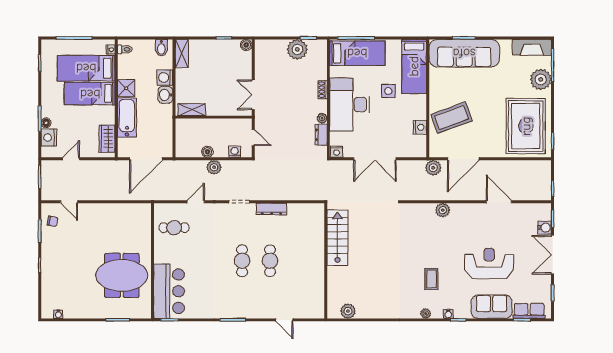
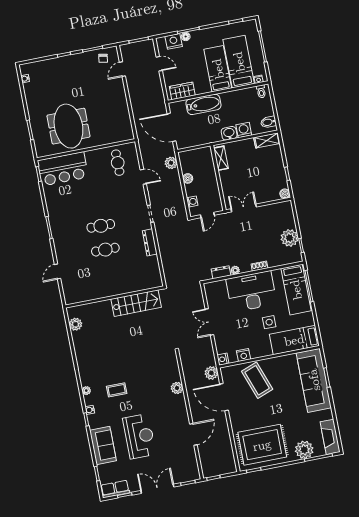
shower: (126, 88) -> (228, 99), removed
nightstand: (337, 152) -> (223, 359), moved
double door: (375, 159) -> (209, 322), width x0.73
plant: (214, 167) -> (171, 163), moved
water cooler: (545, 228) -> (179, 477), removed
row of seats: (529, 311) -> (115, 489), moved, turned -90

